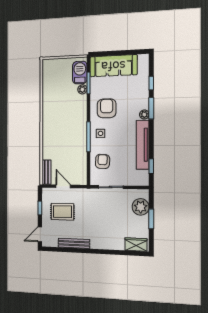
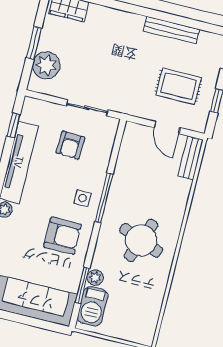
armchair: (107, 108) -> (63, 236), turned -90
round table: (62, 118) -> (141, 240), added
armchair: (103, 161) -> (70, 145), moved

